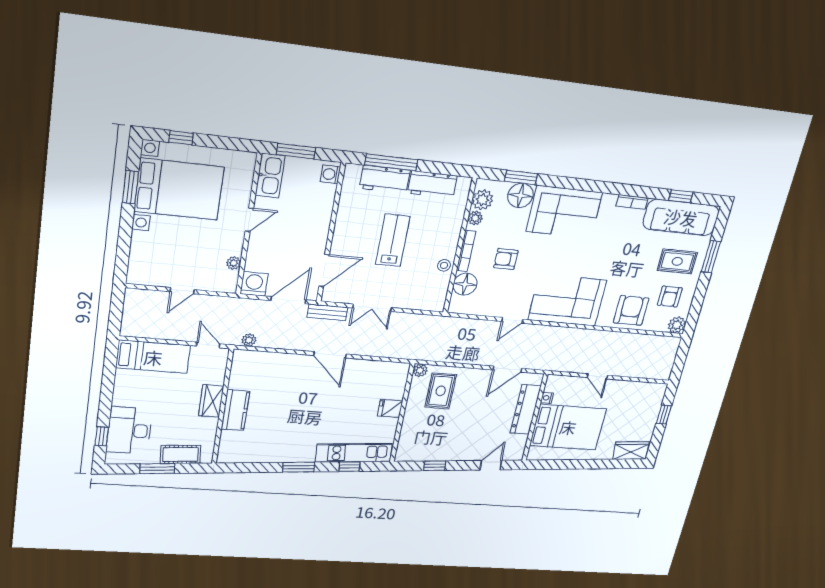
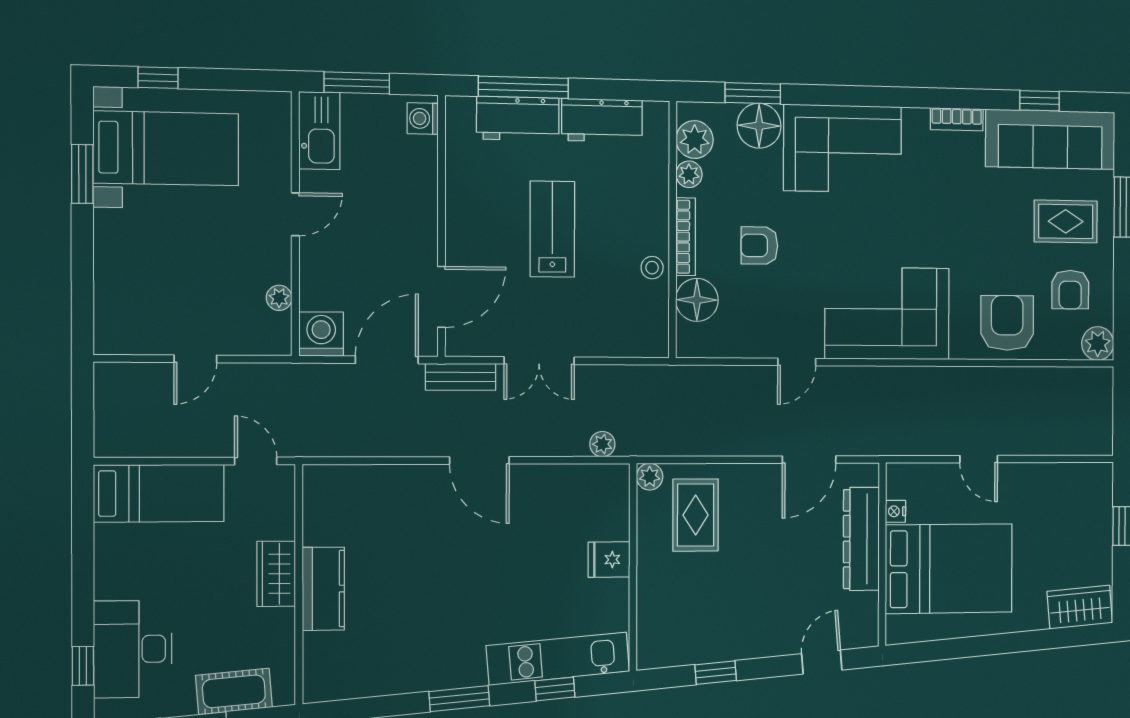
bed with nightstands: (179, 189) -> (166, 148), width x0.73
plant: (249, 340) -> (602, 444), moved

